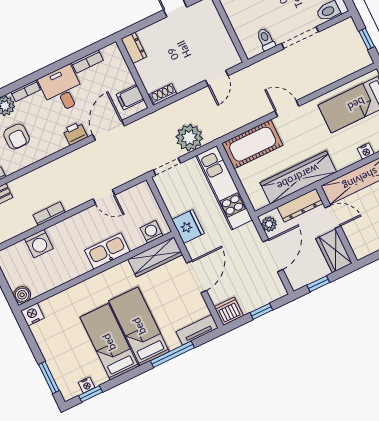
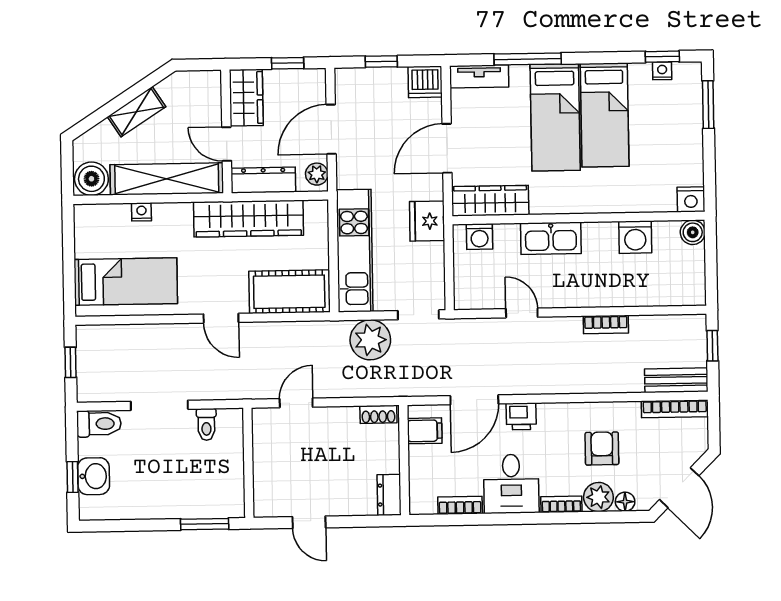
washing machine: (39, 244) -> (635, 237), moved, turned 180

